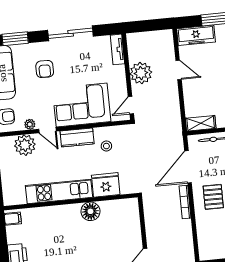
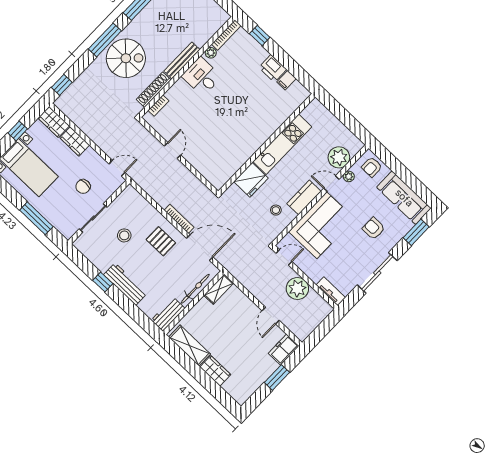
freezer: (196, 35) -> (284, 350), width x0.71
door: (179, 70) -> (271, 316), hinge flipped
door: (131, 105) -> (284, 257), hinge flipped
door: (188, 167) -> (200, 248), hinge flipped
floor lamp: (90, 211) -> (245, 150), removed
filing cabinet: (13, 219) -> (286, 80), moved

